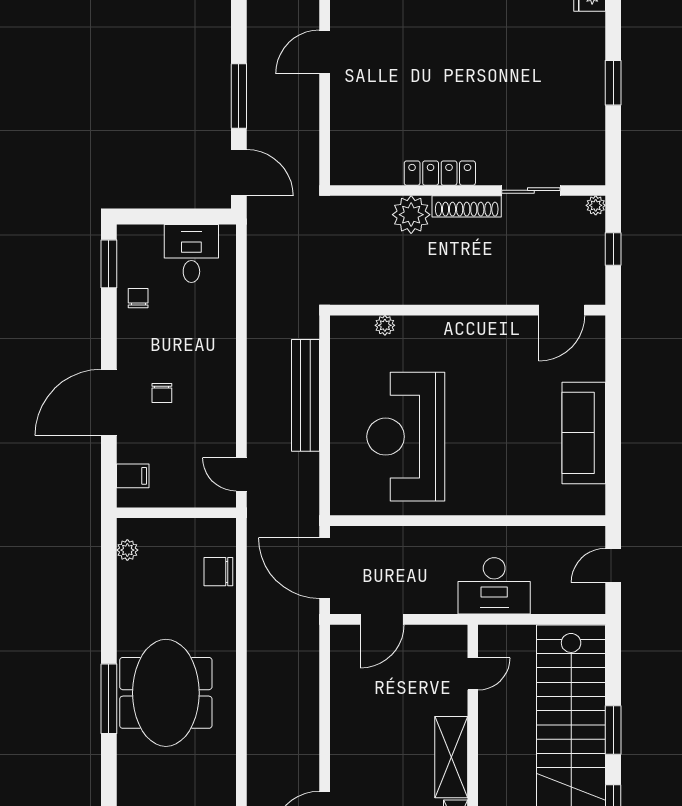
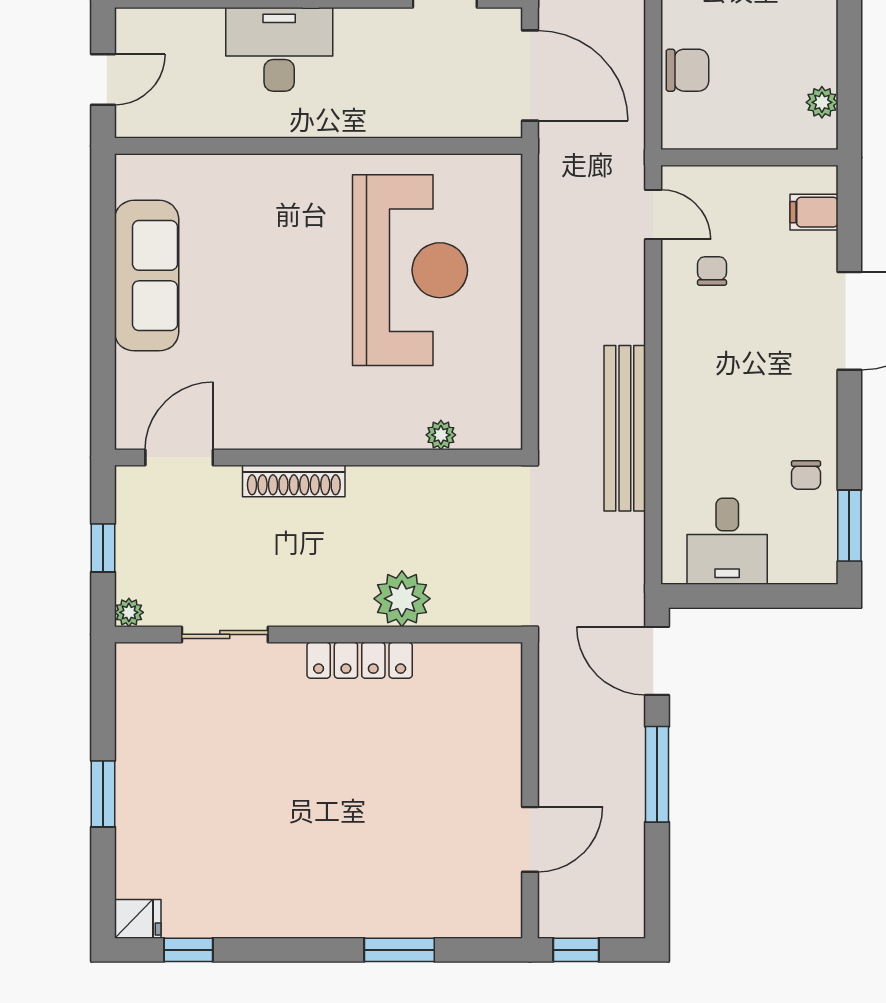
shoe rack: (467, 206) -> (294, 481), moved, turned 180
chair: (162, 393) -> (712, 271), moved
bench: (305, 395) -> (625, 428), moved

